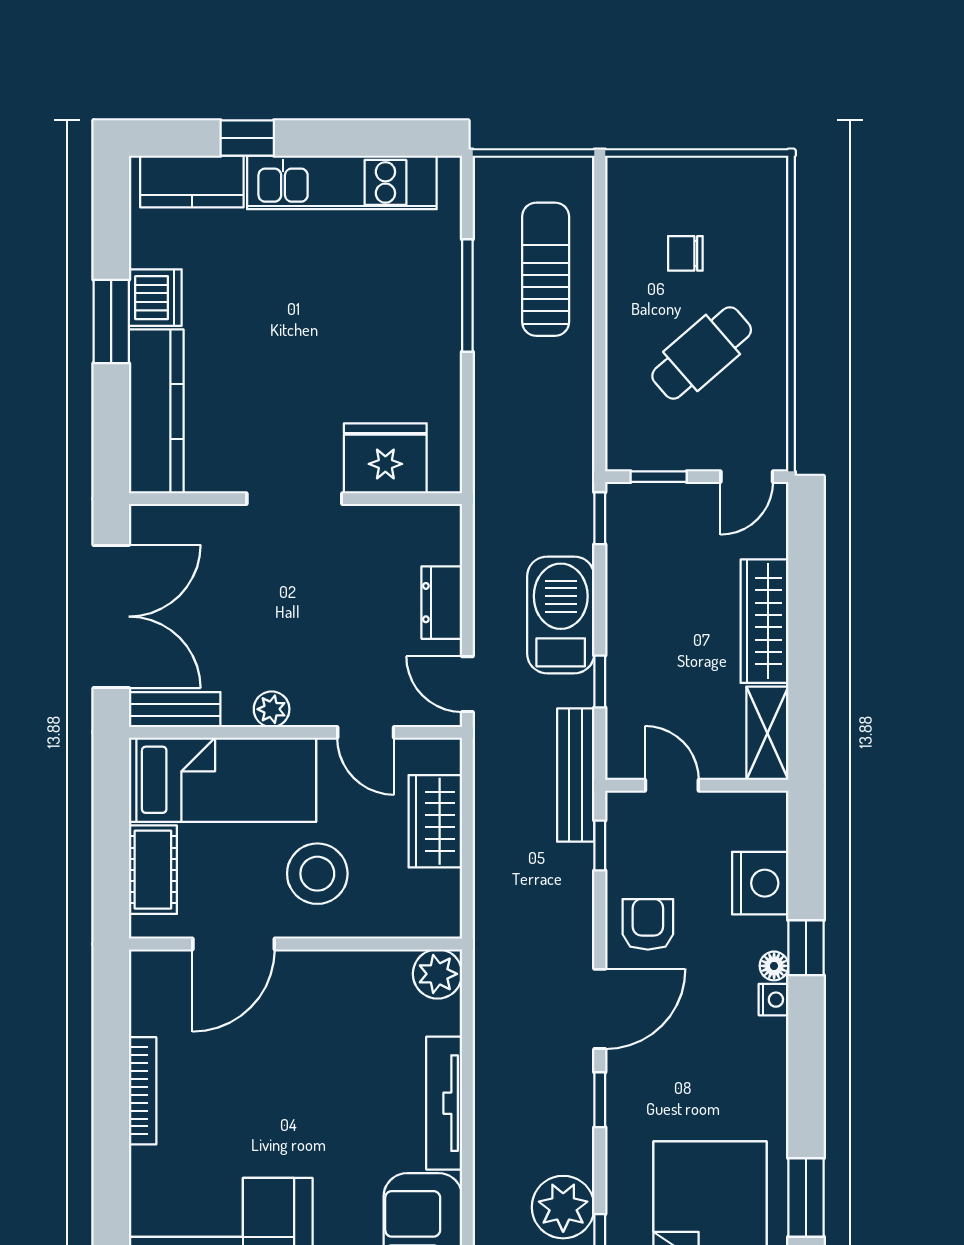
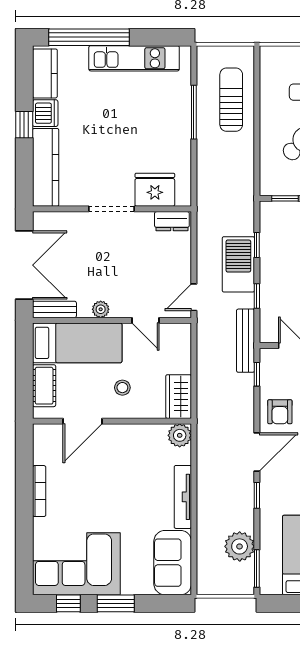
window: (247, 138) -> (89, 37), width x3.17
kitchen counter: (192, 182) -> (45, 73), moved, turned -90
window: (111, 321) -> (24, 125), width x0.67
window: (600, 518) -> (257, 245), moved
dresser: (442, 603) -> (172, 221), moved, turned -90
door: (467, 684) -> (194, 297), hinge flipped
wardrobe: (435, 821) -> (179, 397), moved
stool: (317, 874) -> (122, 388), width x0.53, depth x0.53
armchair: (648, 924) -> (280, 412), turned 180

